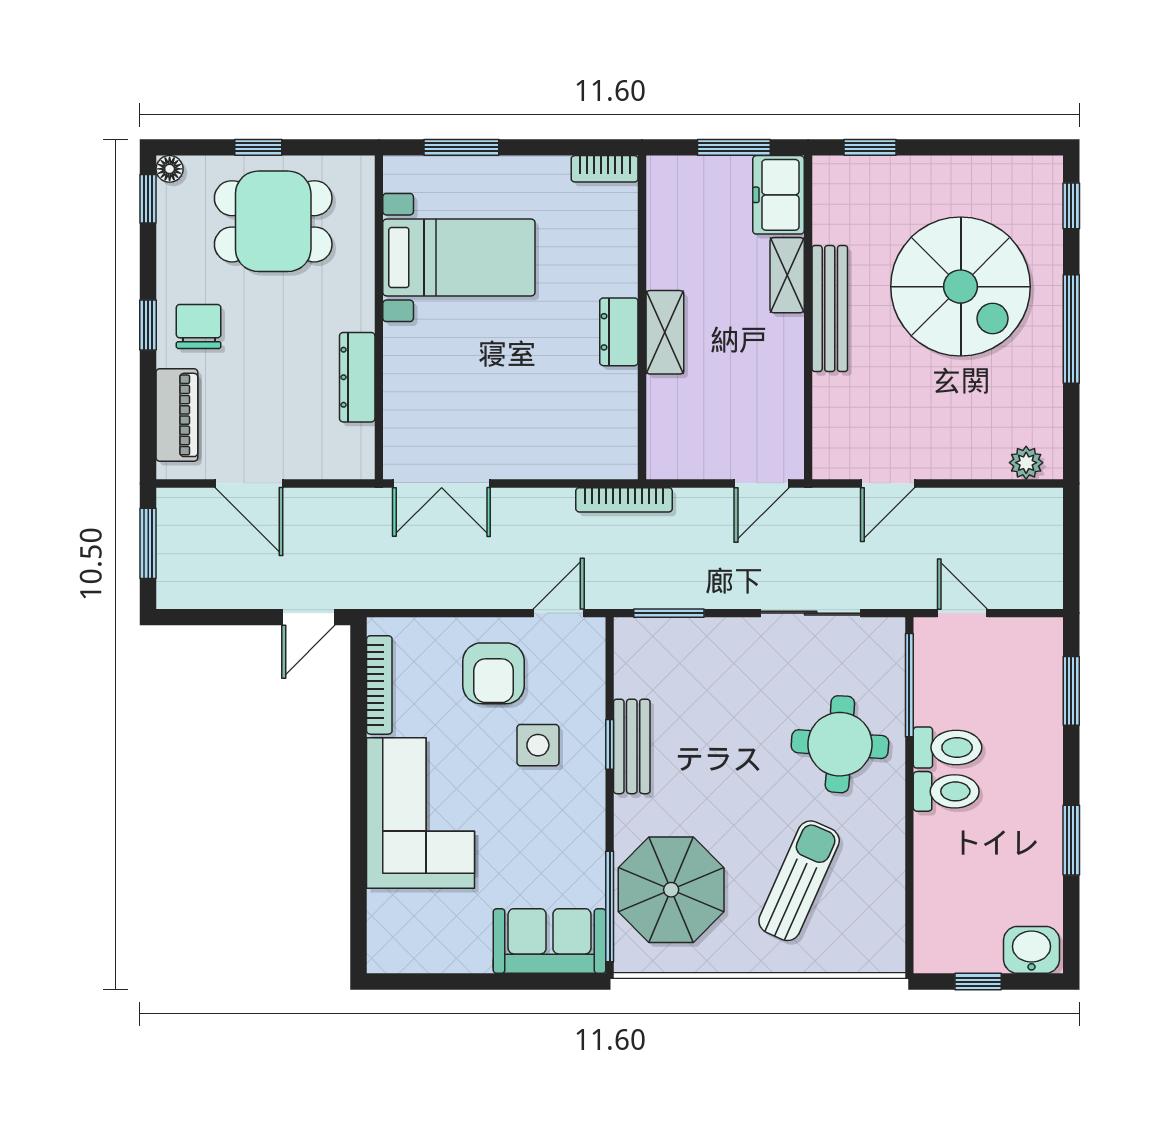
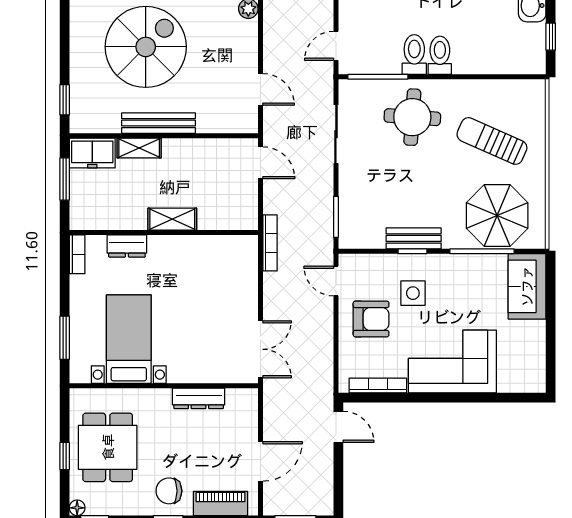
dresser: (619, 332) -> (127, 246), moved
window: (610, 906) -> (482, 251), moved

